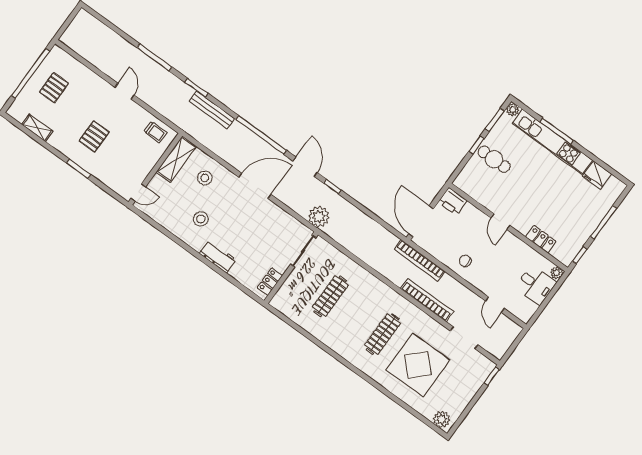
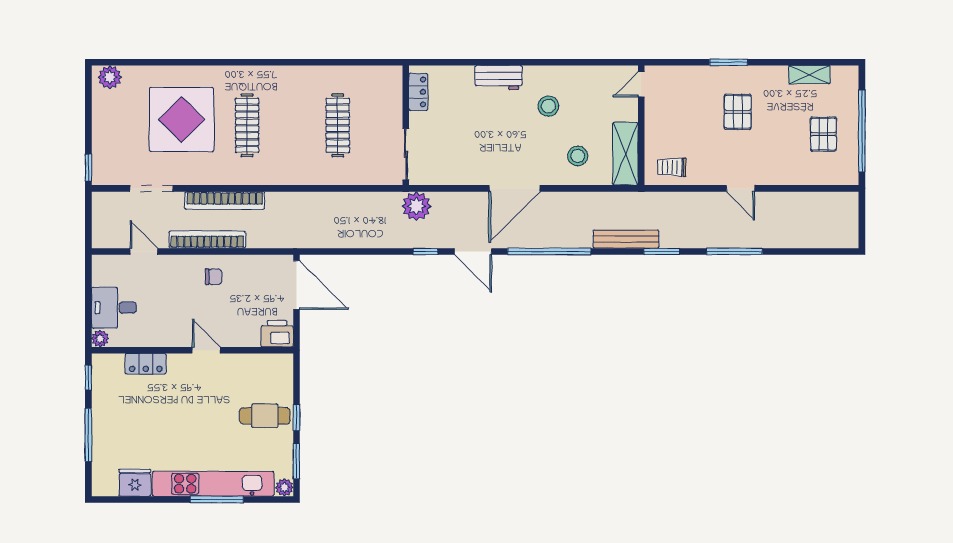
bookcase: (420, 260) -> (207, 240), moved

